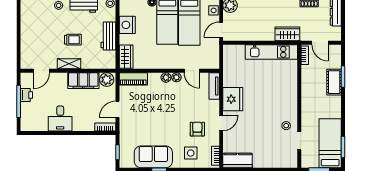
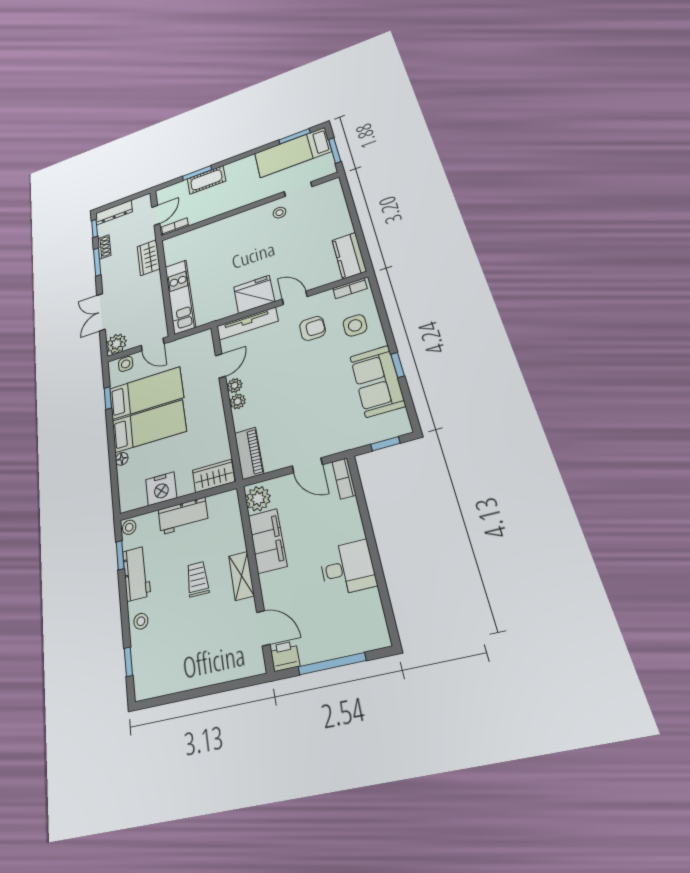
kitchen unit: (271, 52) -> (180, 297), moved
tv unit: (214, 86) -> (247, 324), width x1.41
printer: (26, 95) -> (285, 656), moved
armchair: (197, 129) -> (312, 328), turned 180

